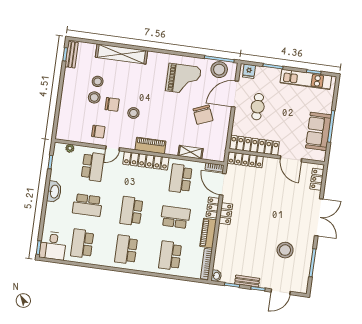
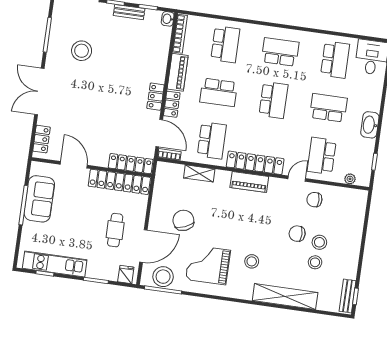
stool: (133, 113) -> (252, 261), moved
school desk: (126, 250) -> (280, 52), turned -90

